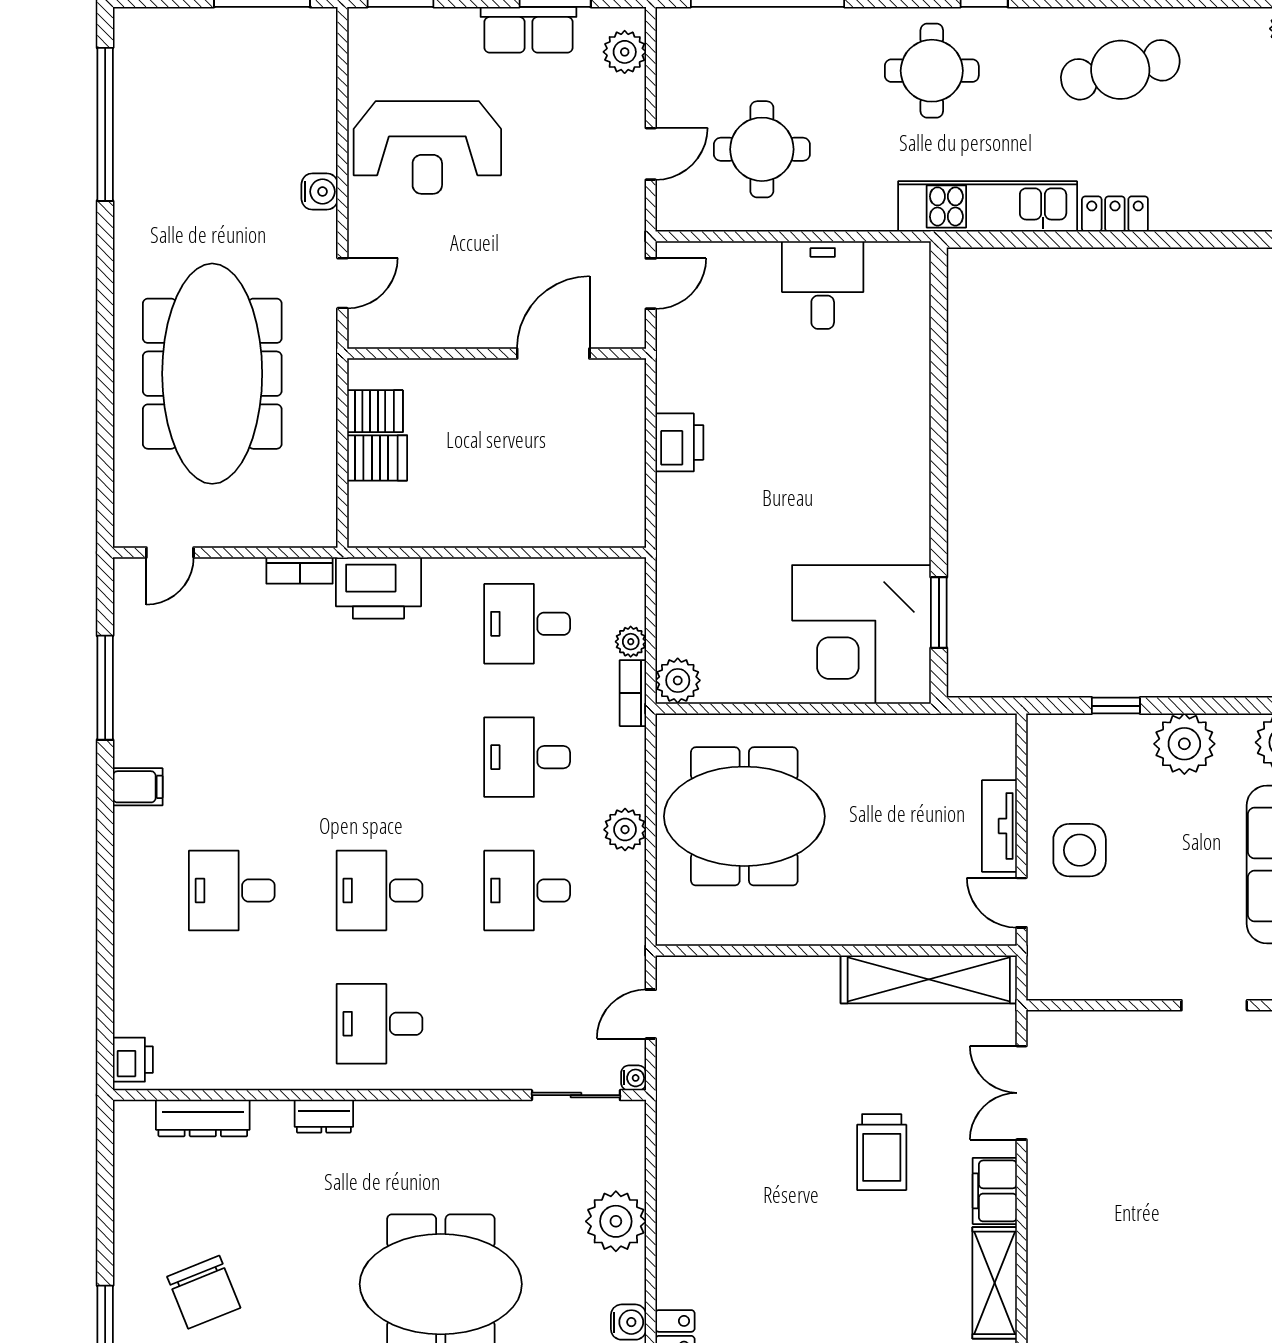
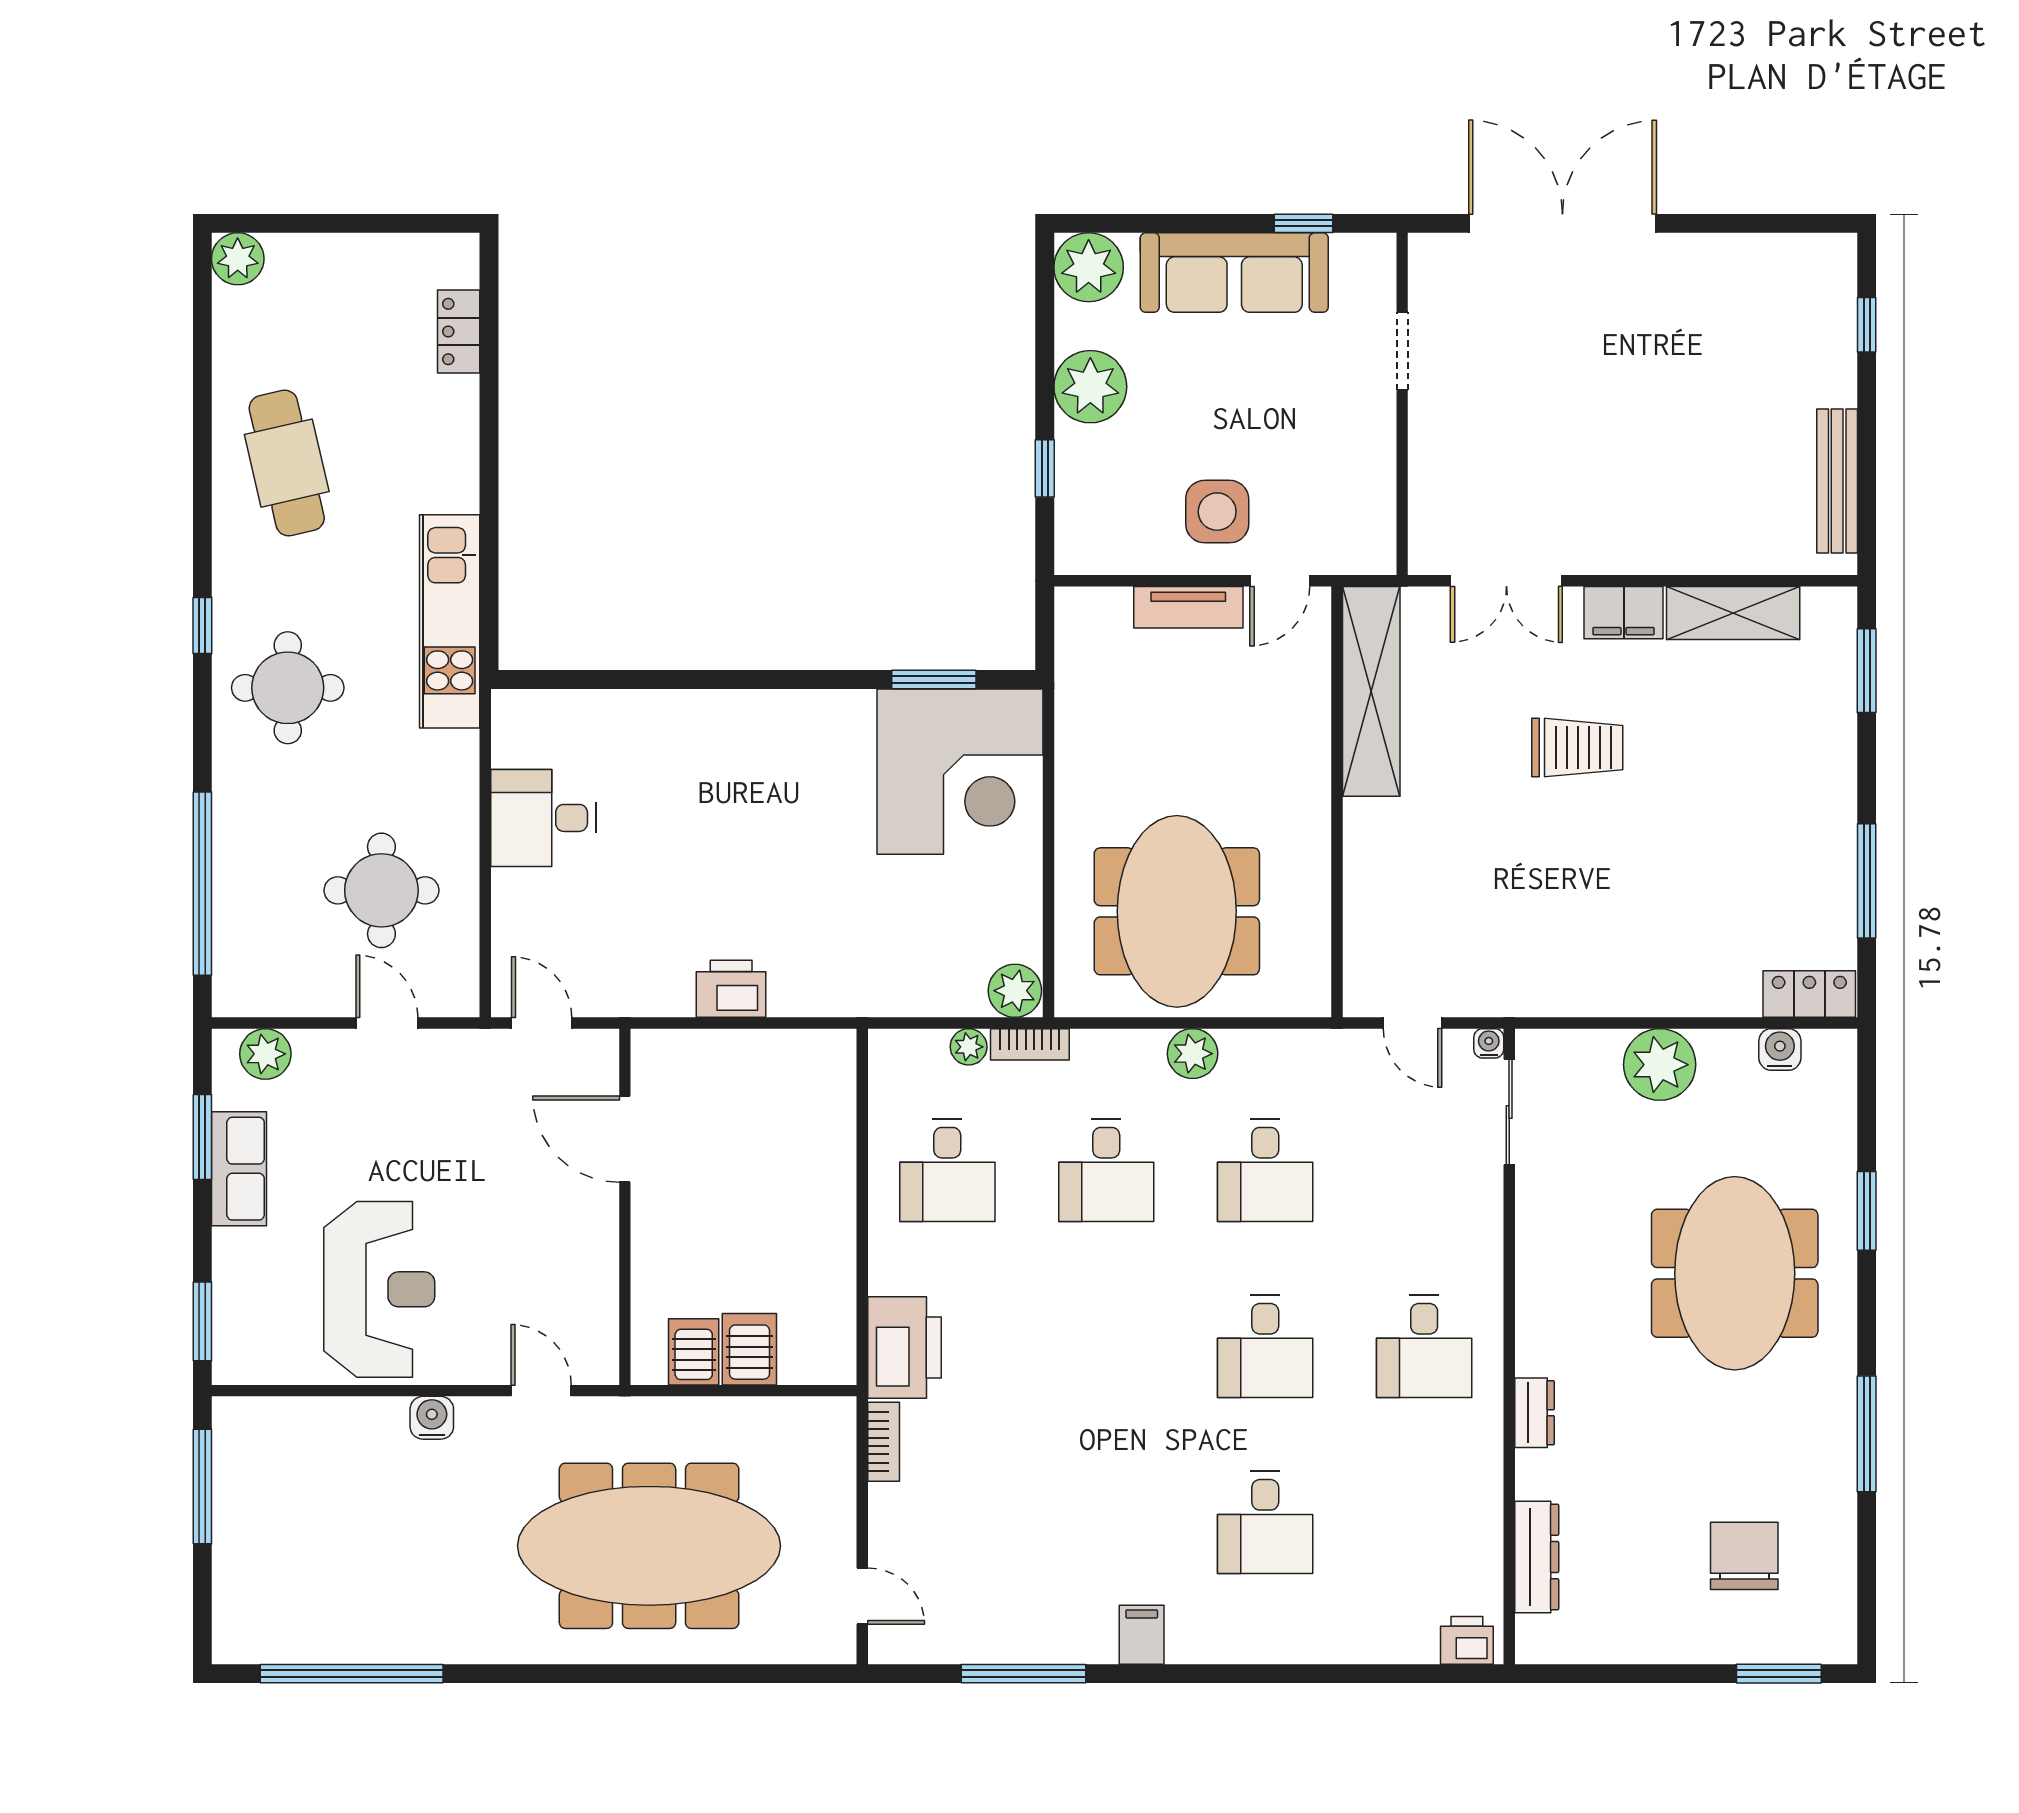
locker: (1115, 214) -> (459, 332), moved
chair: (204, 1292) -> (1744, 1556), turned -68

